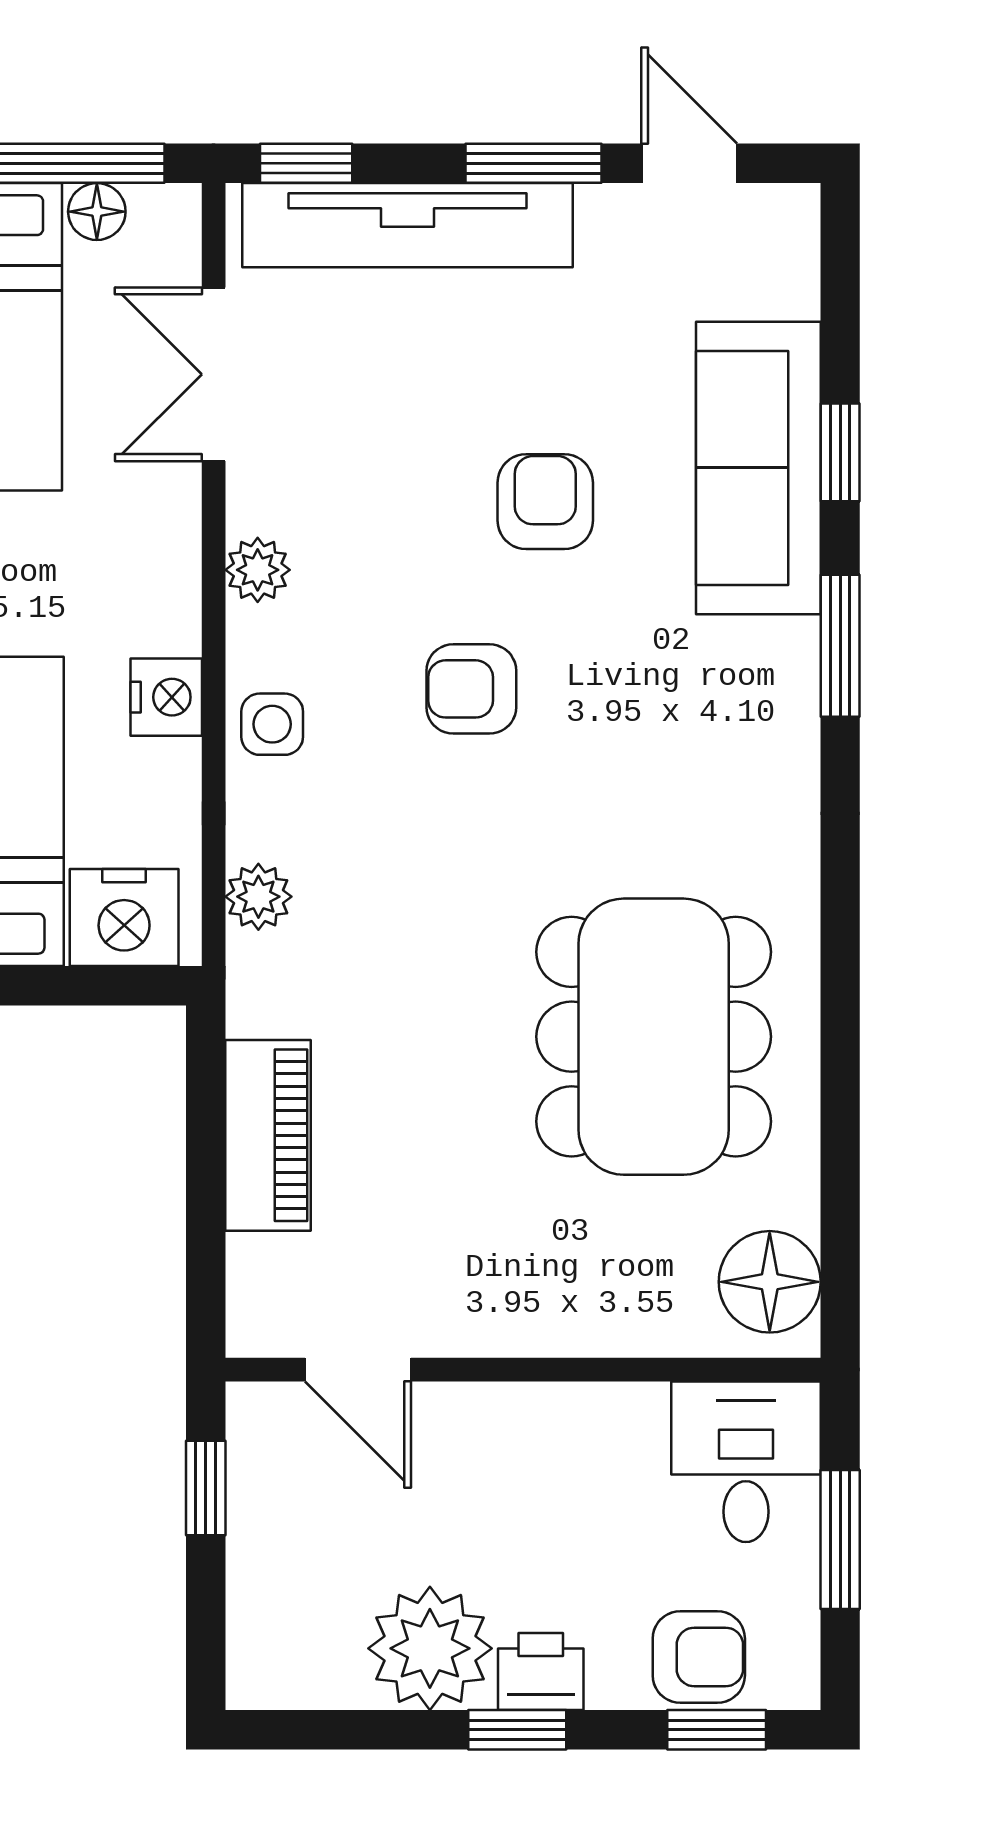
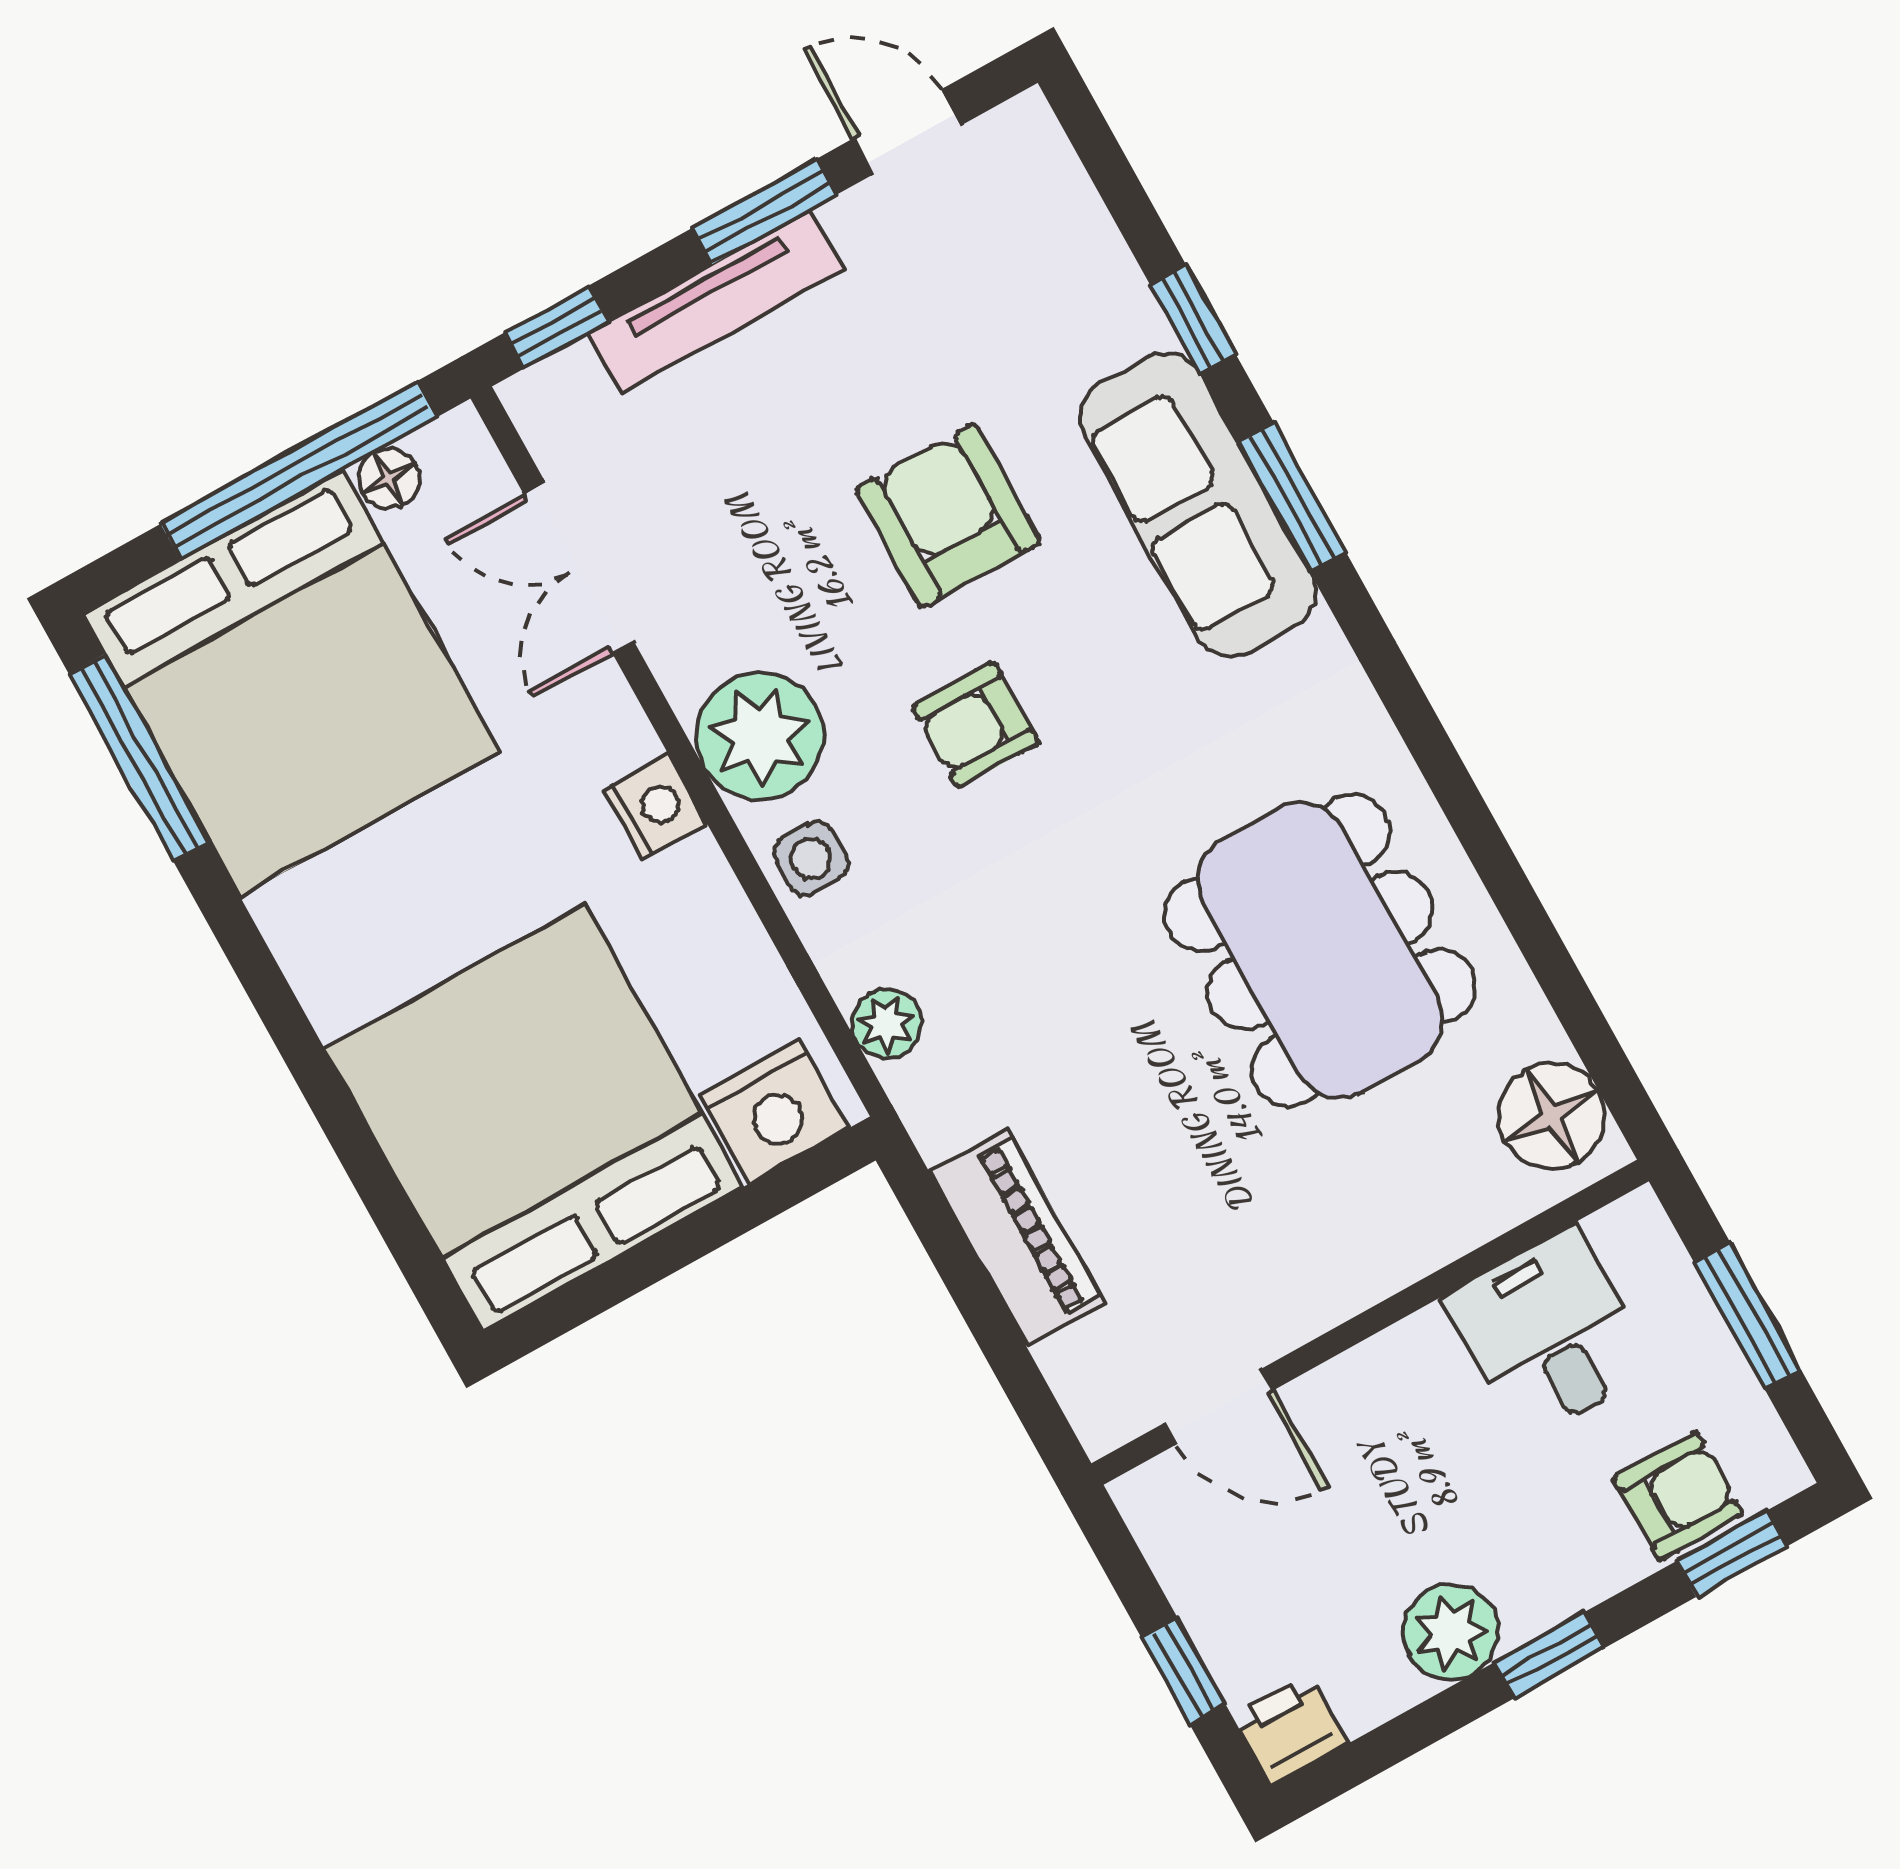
tv unit: (407, 225) -> (716, 301), width x0.73, depth x0.78
sofa: (758, 468) -> (1198, 505), moved
armchair: (545, 502) -> (948, 515), width x1.38, depth x1.38
plant: (258, 570) -> (759, 736), width x1.88, depth x1.88
nightstand: (166, 697) -> (655, 807), moved
desk: (746, 1462) -> (1549, 1333), moved
window: (206, 1488) -> (1184, 1671), moved
plant: (430, 1648) -> (1451, 1632), width x0.73, depth x0.73
printer: (541, 1672) -> (1290, 1729), moved

